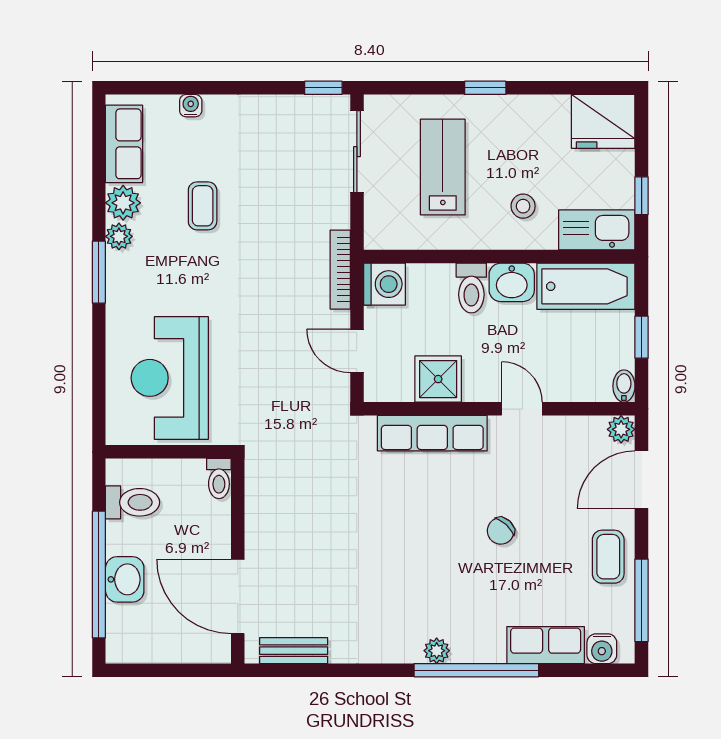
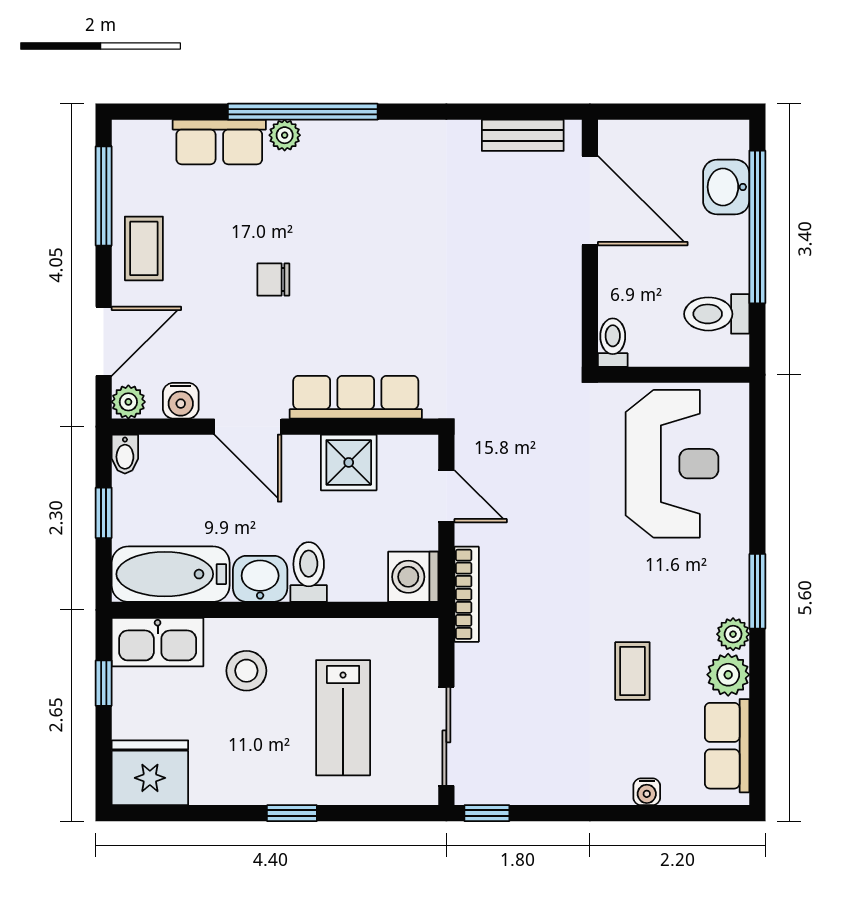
stool: (523, 206) -> (246, 671), width x1.37, depth x1.37
door: (522, 409) -> (248, 427), width x1.38
chair: (501, 531) -> (273, 279), turned -133
washbasin: (125, 579) -> (726, 187), moved
water cooler: (602, 649) -> (181, 401), moved, turned 180
plant: (437, 651) -> (285, 135), moved

